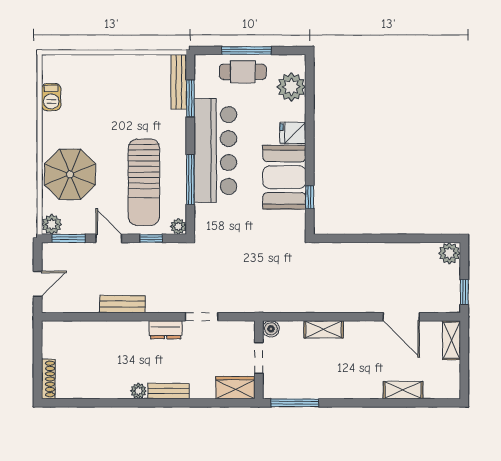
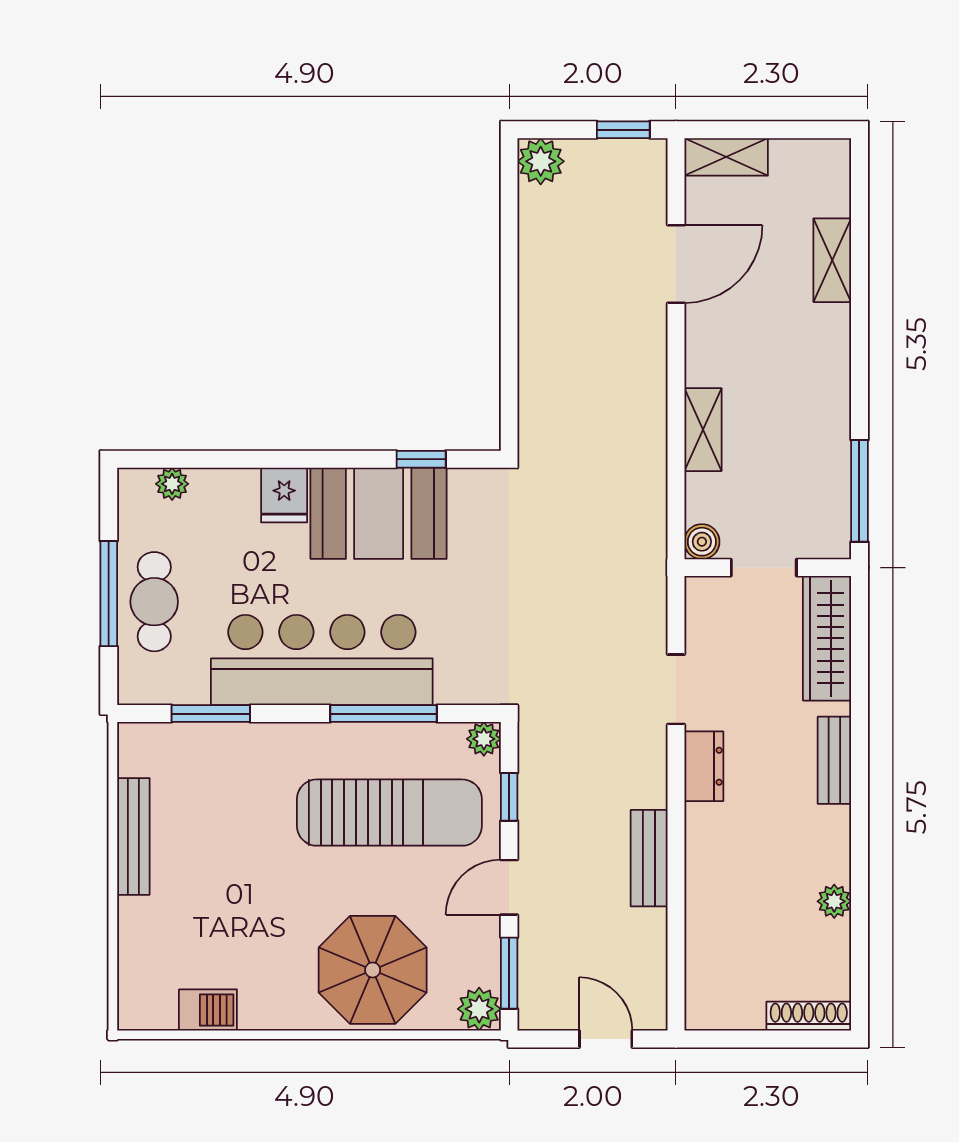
bench: (179, 82) -> (133, 836), moved, turned 90
plant: (291, 87) -> (172, 484), width x0.53, depth x0.53
wardrobe: (235, 388) -> (827, 638), width x1.50
plant: (138, 391) -> (834, 901), moved

